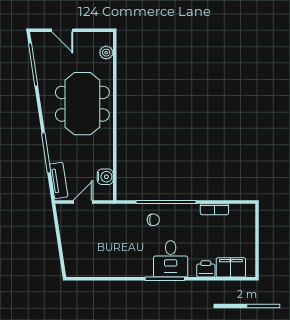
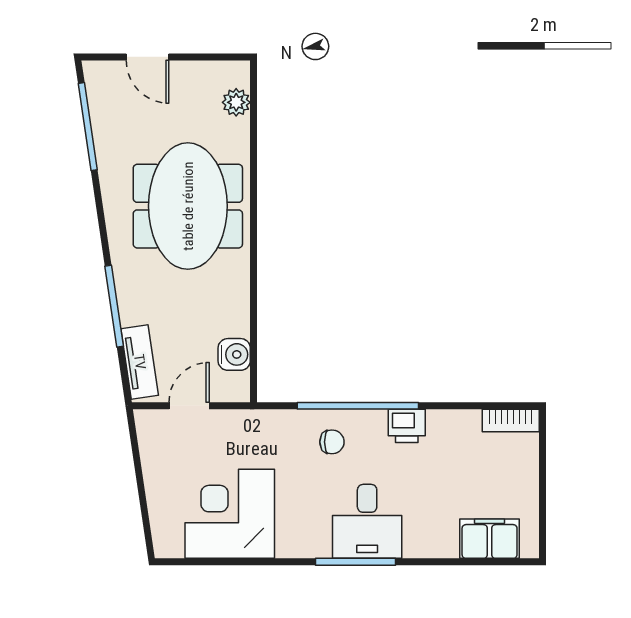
bookcase: (214, 209) -> (511, 420), moved
corner desk: (103, 255) -> (230, 514), added
printer: (206, 269) -> (407, 426), moved, turned 180

